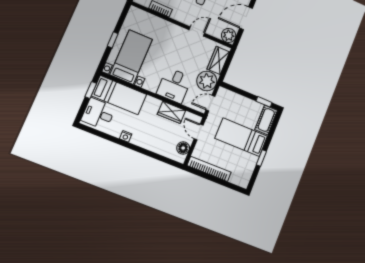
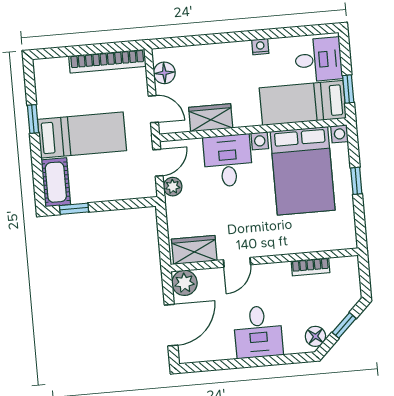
bed with nightstands: (131, 57) -> (303, 171), width x1.36
wardrobe: (218, 60) -> (194, 250), moved, turned -90
plant: (207, 81) -> (173, 187), width x0.53, depth x0.53

